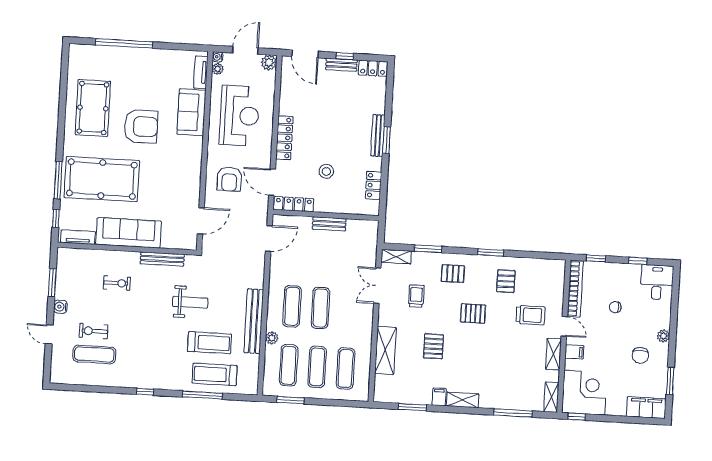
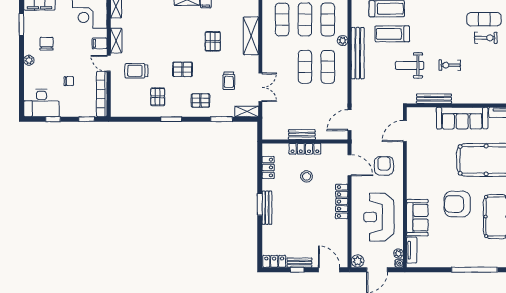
locker: (294, 204) -> (305, 149), moved
desk: (657, 282) -> (41, 103), width x1.37
exercise bike: (117, 283) -> (450, 65), moved

